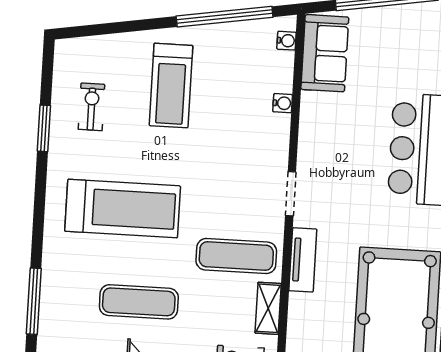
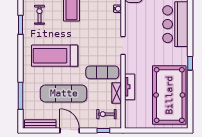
treadmill: (123, 209) -> (55, 56), turned 180
tv unit: (303, 260) -> (130, 87), moved
exercise mat: (139, 302) -> (64, 93), width x1.36, depth x1.45

